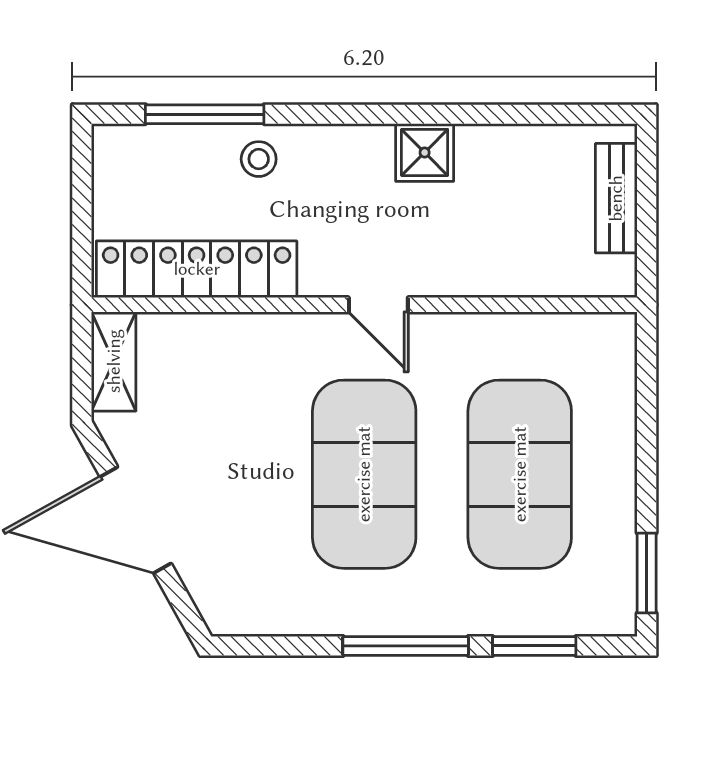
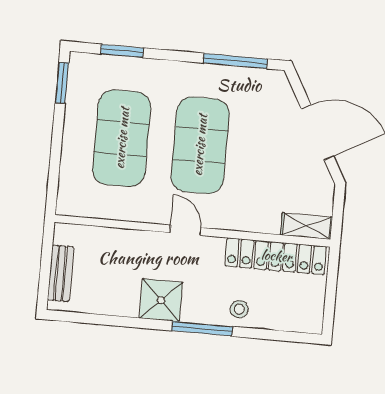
window: (205, 114) -> (202, 329), moved
shower: (425, 152) -> (161, 300), width x1.36, depth x1.36
shelving: (114, 361) -> (307, 226), moved, turned 90
window: (406, 646) -> (235, 61), moved

